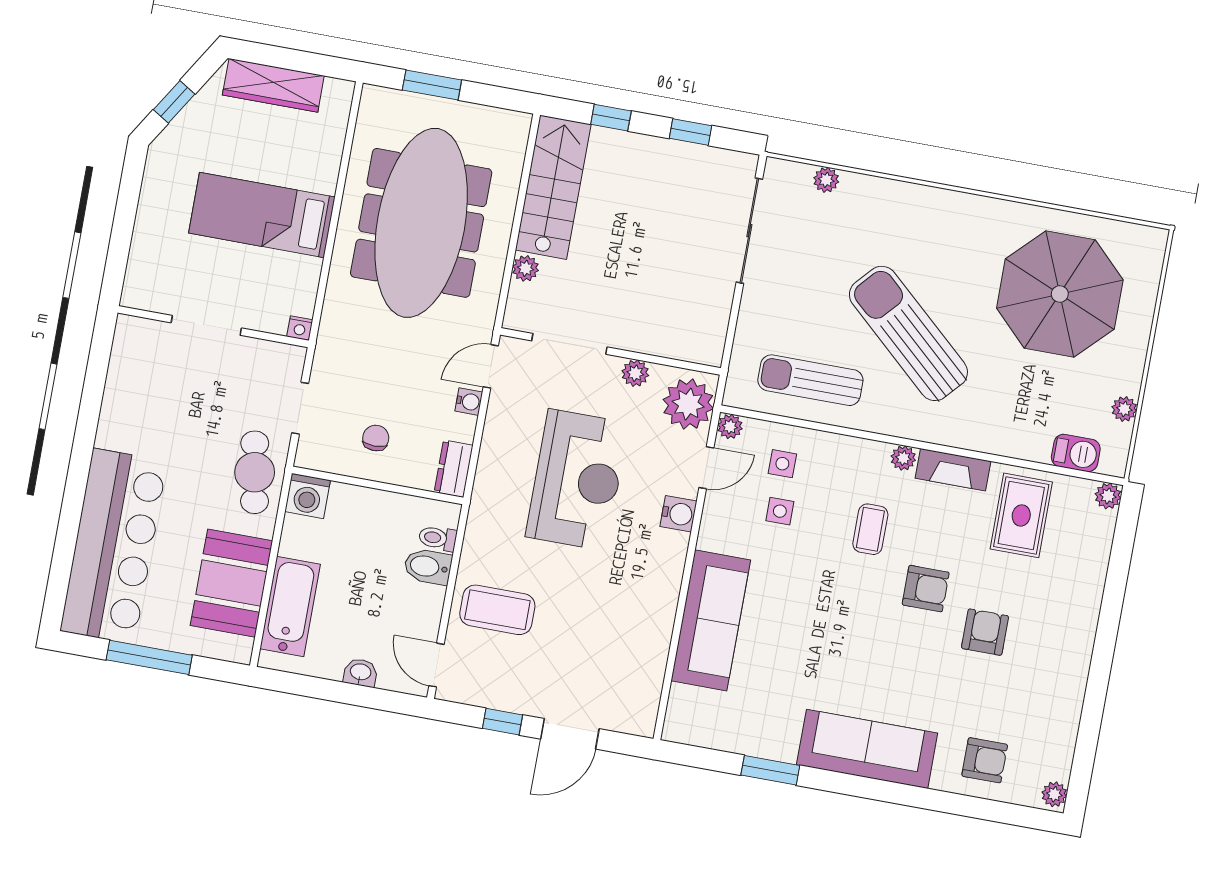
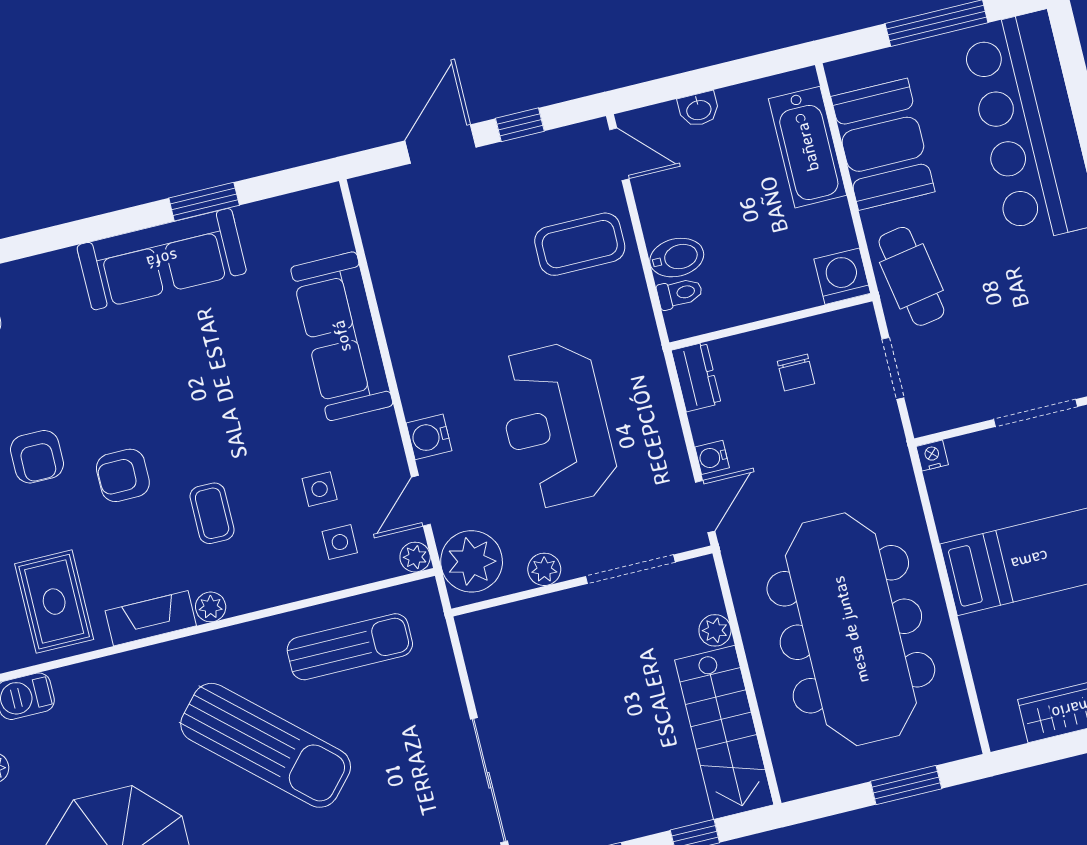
sofa: (867, 749) -> (162, 259), moved

